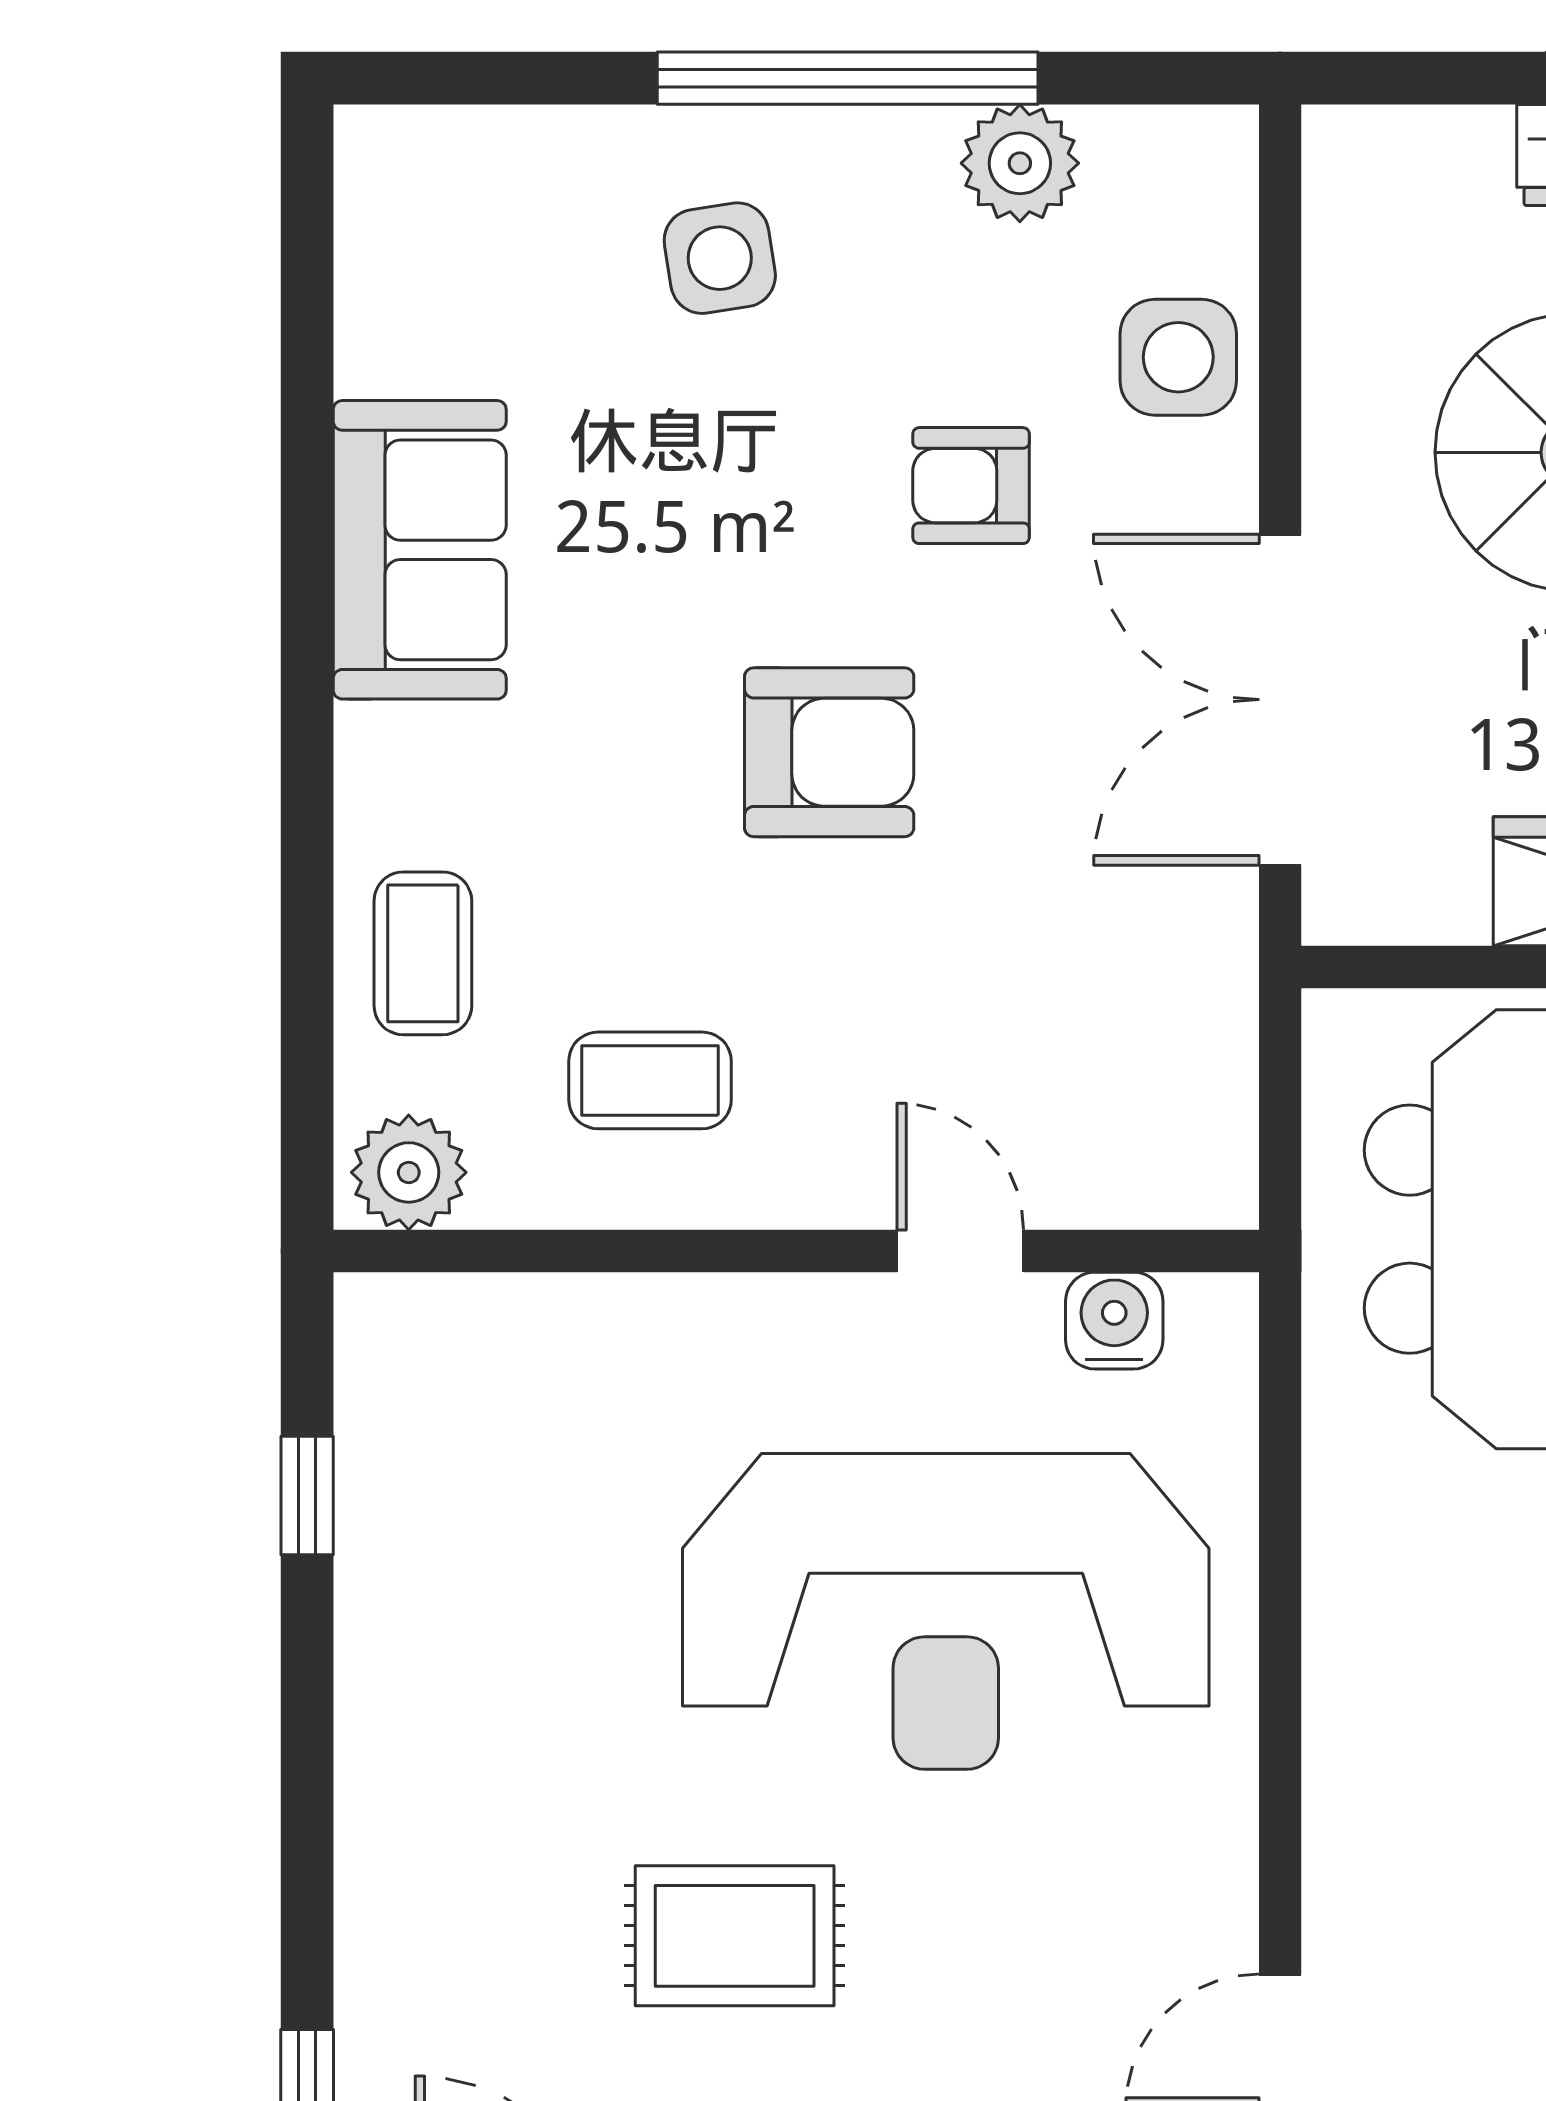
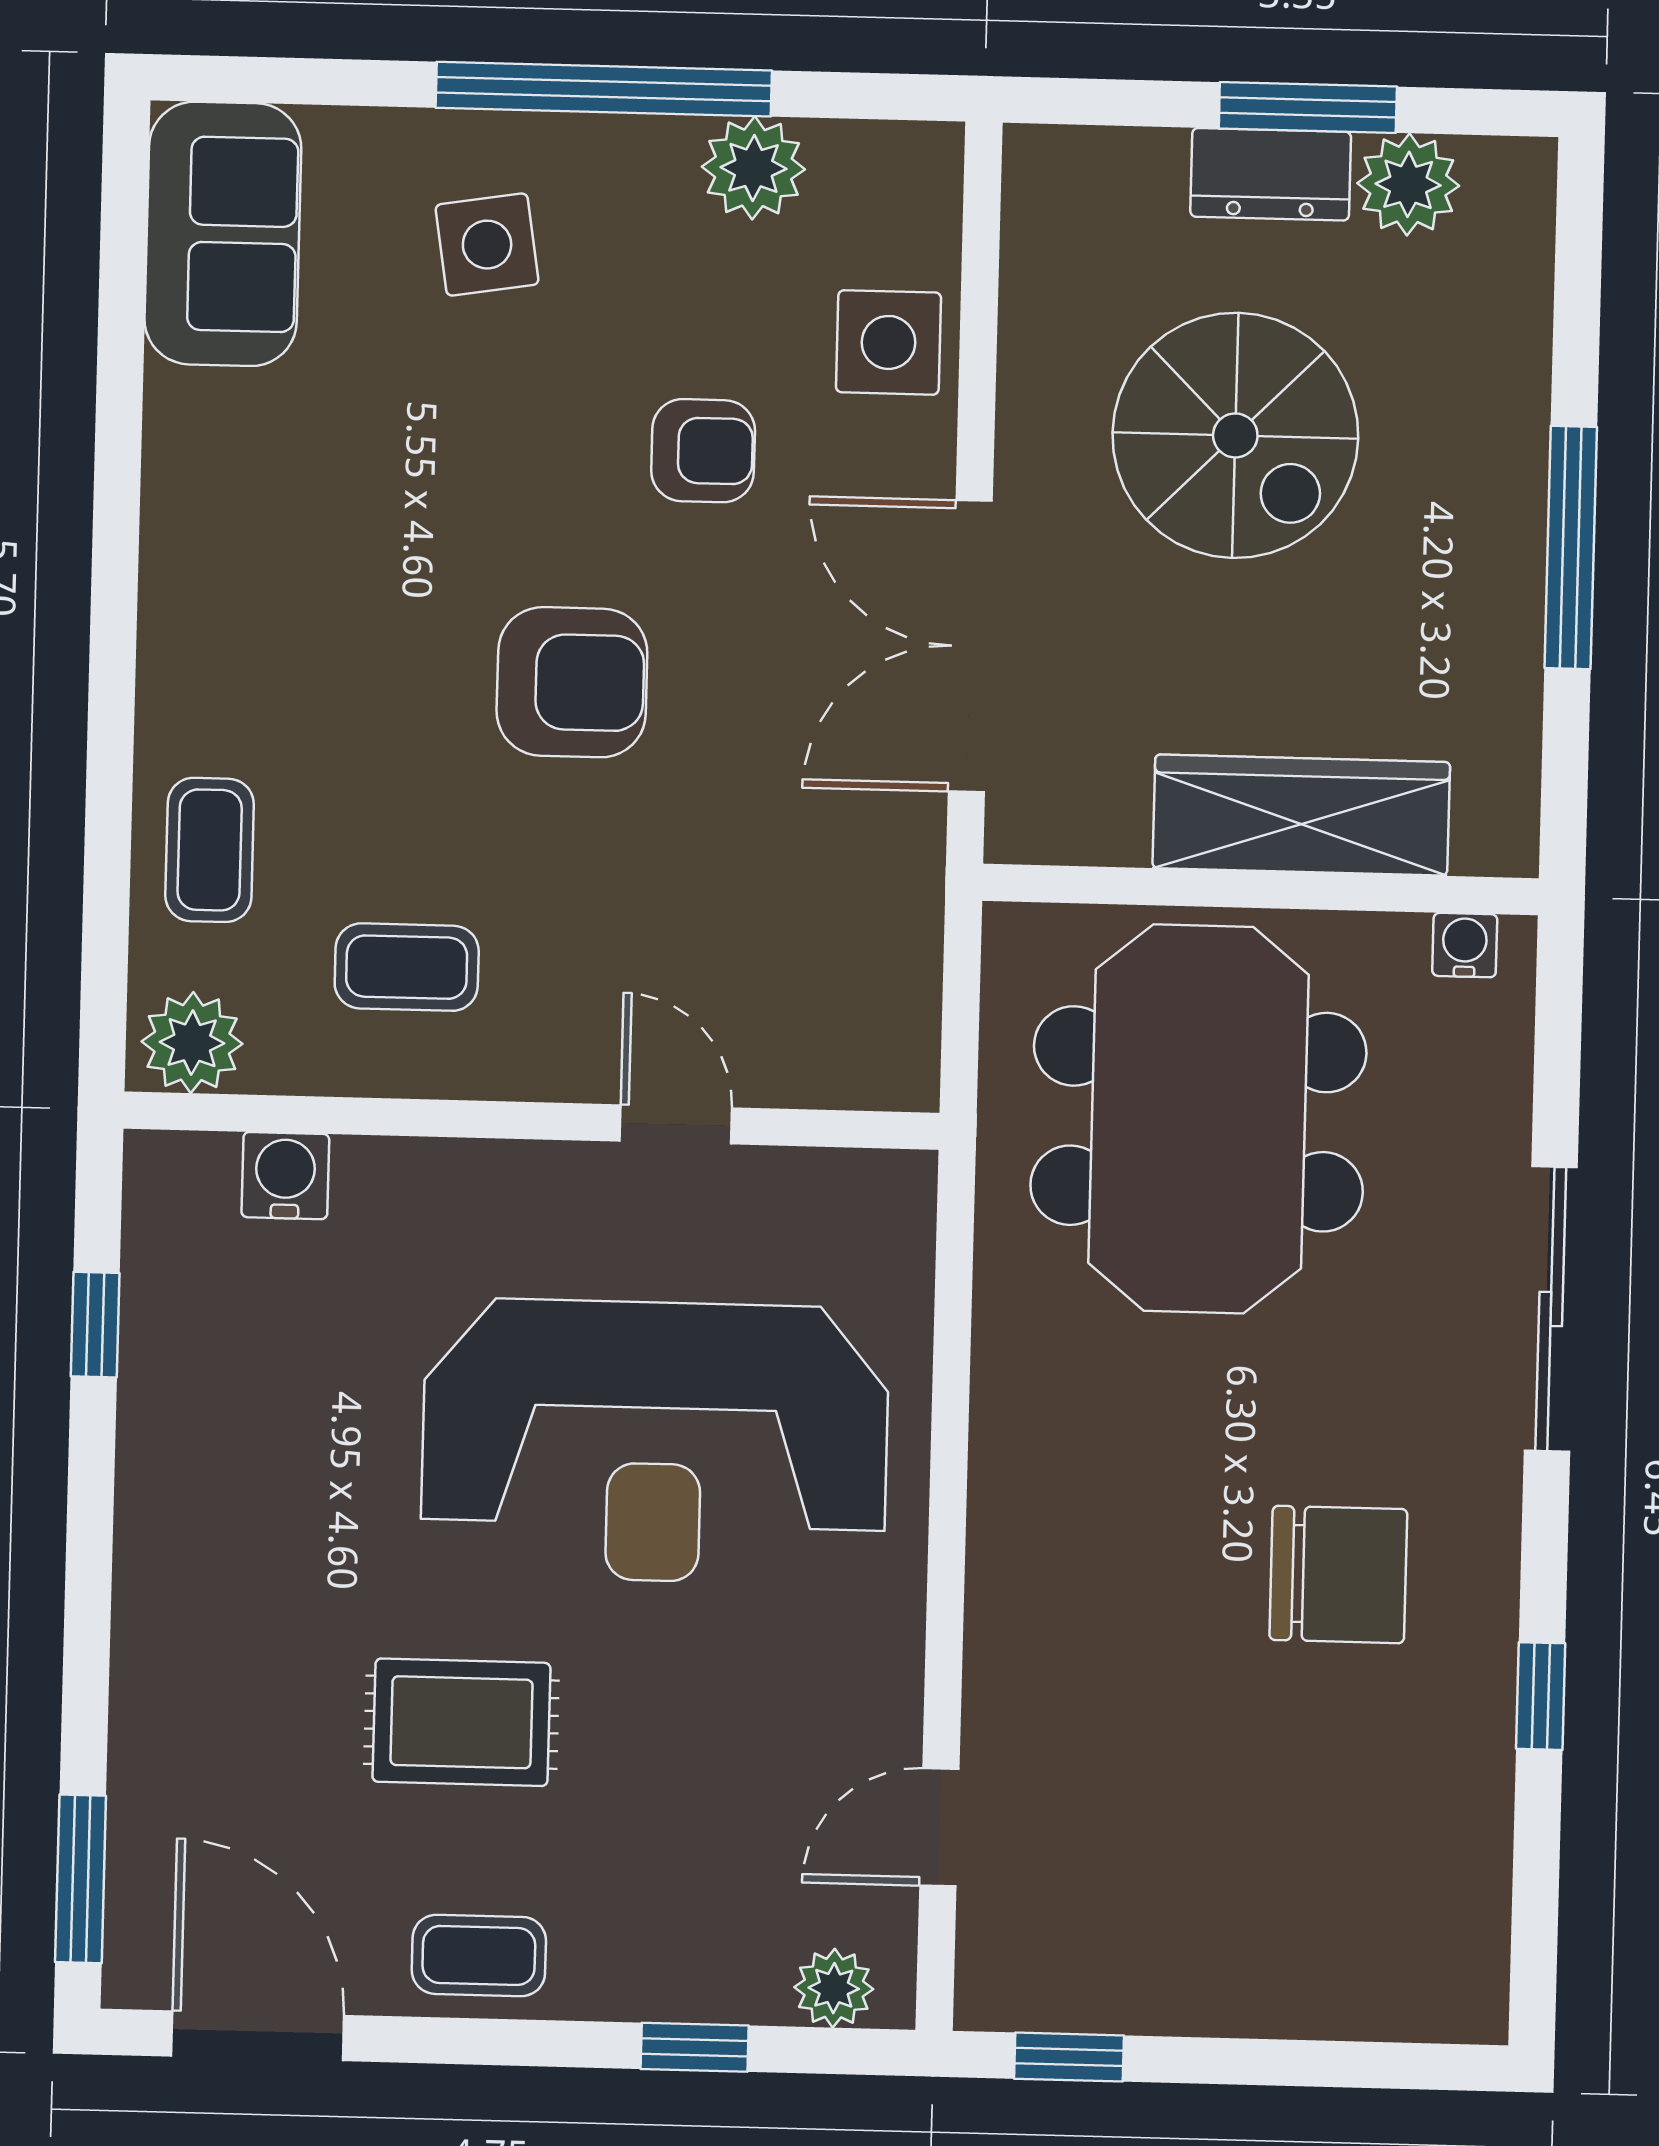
armchair: (971, 486) -> (703, 451), turned 180
sofa: (420, 550) -> (223, 234), moved
water cooler: (1114, 1321) -> (285, 1176), moved

